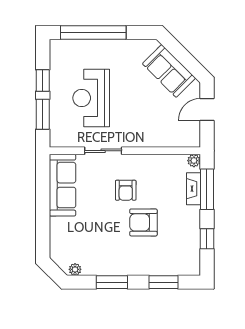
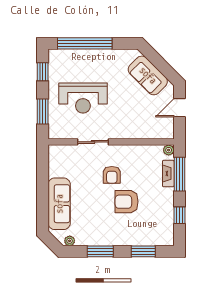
window: (43, 81) -> (43, 72), moved
reception desk: (91, 98) -> (83, 98), turned -90
sofa: (62, 185) -> (59, 204), moved

